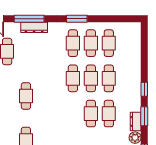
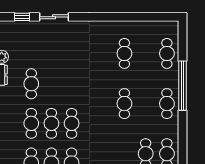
cafe table: (91, 114) -> (51, 84), removed

